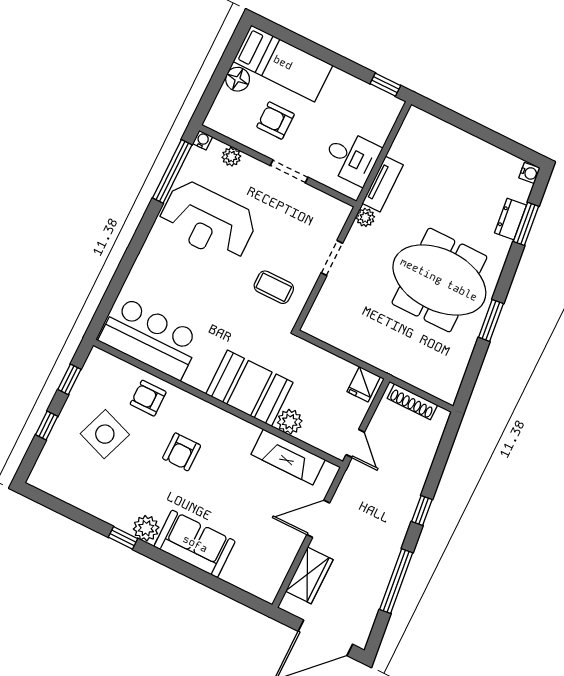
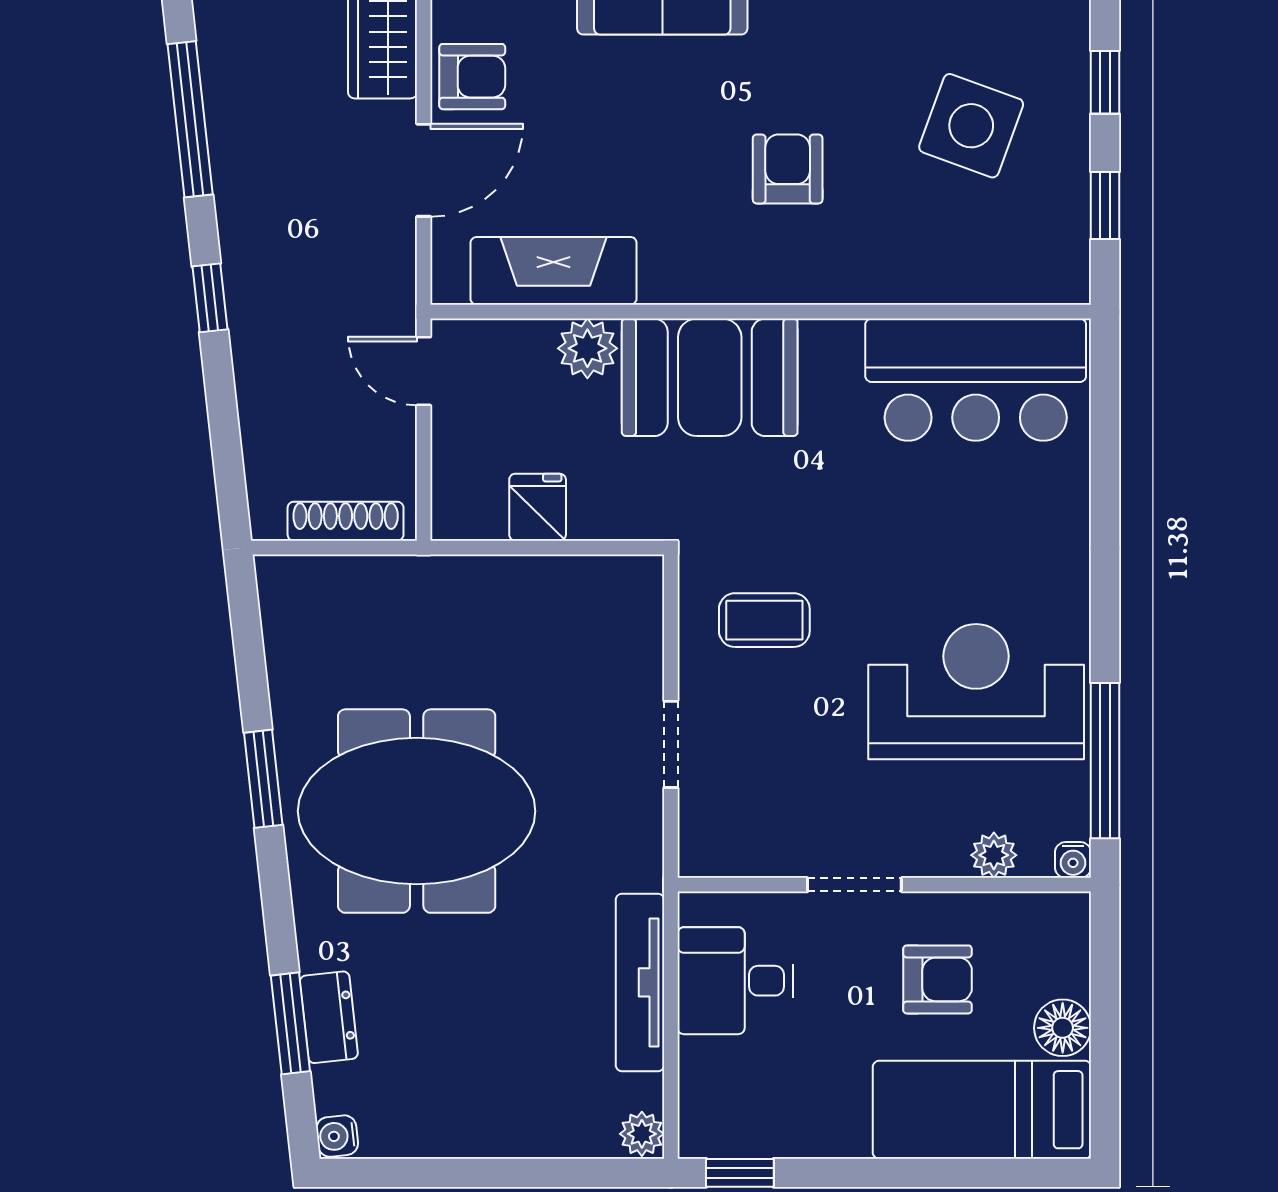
tv unit: (383, 184) -> (640, 982), width x1.41
plant: (365, 217) -> (642, 1134), moved
fridge: (364, 384) -> (538, 507), moved
armchair: (148, 398) -> (472, 77), moved

